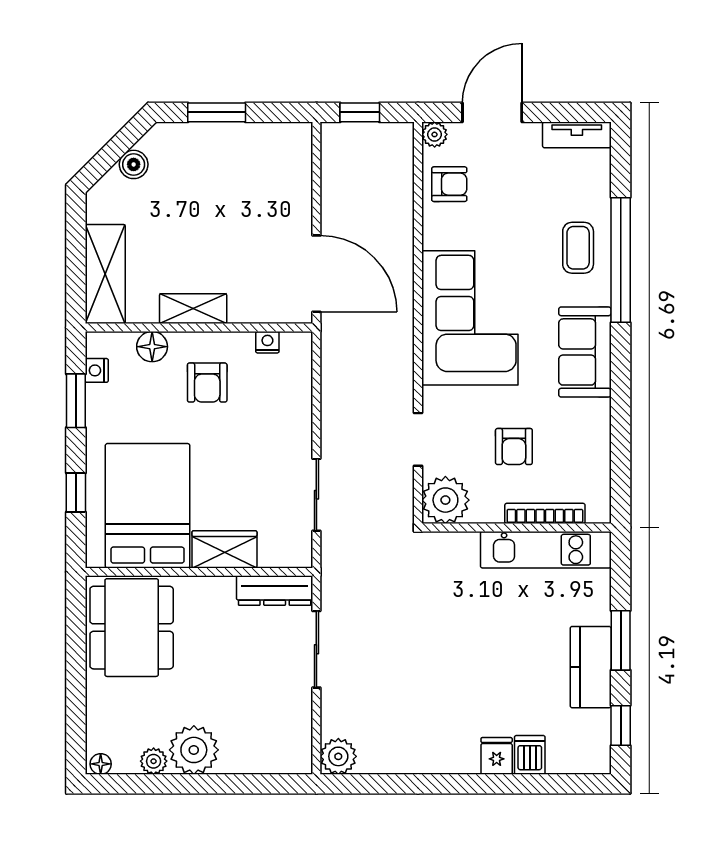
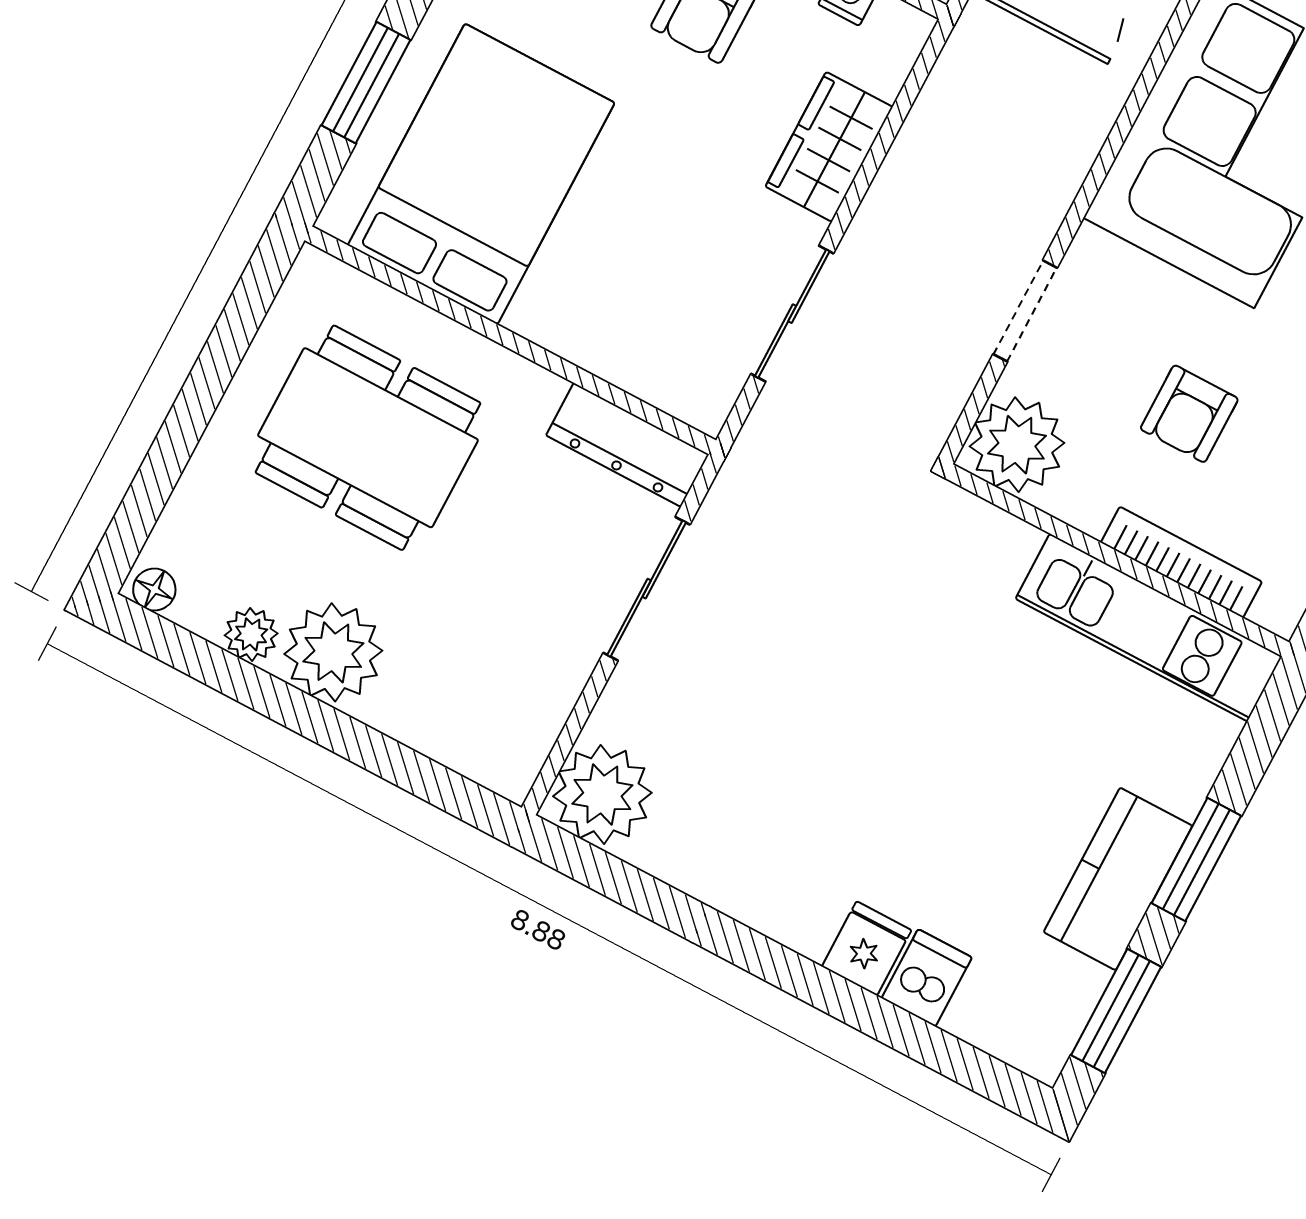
window: (76, 492) -> (366, 83), width x1.50
wardrobe: (224, 549) -> (829, 147), moved, turned -90
dining table: (132, 628) -> (368, 438), moved, turned 90
window: (621, 726) -> (1116, 1011), width x1.50
plant: (338, 756) -> (602, 794), width x1.36, depth x1.36

